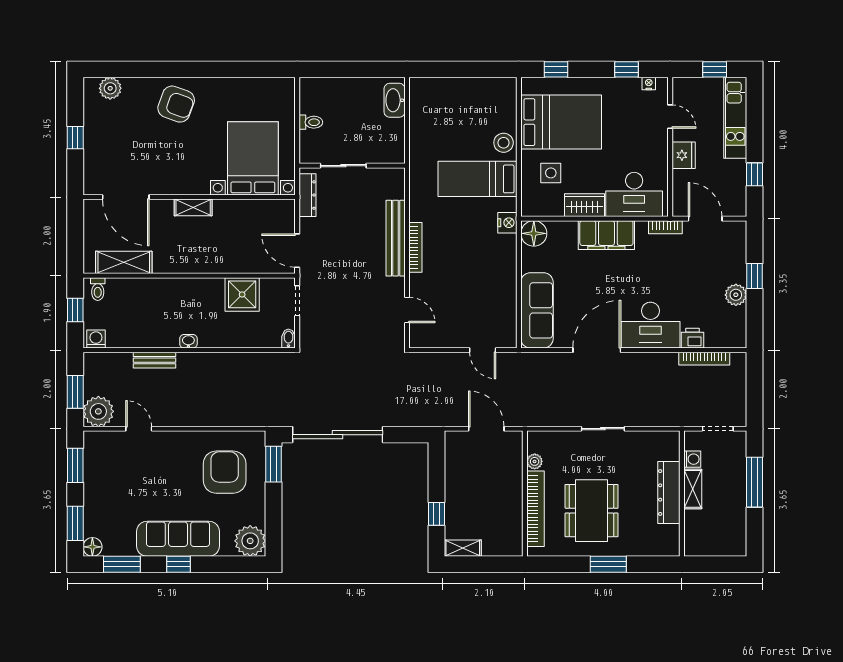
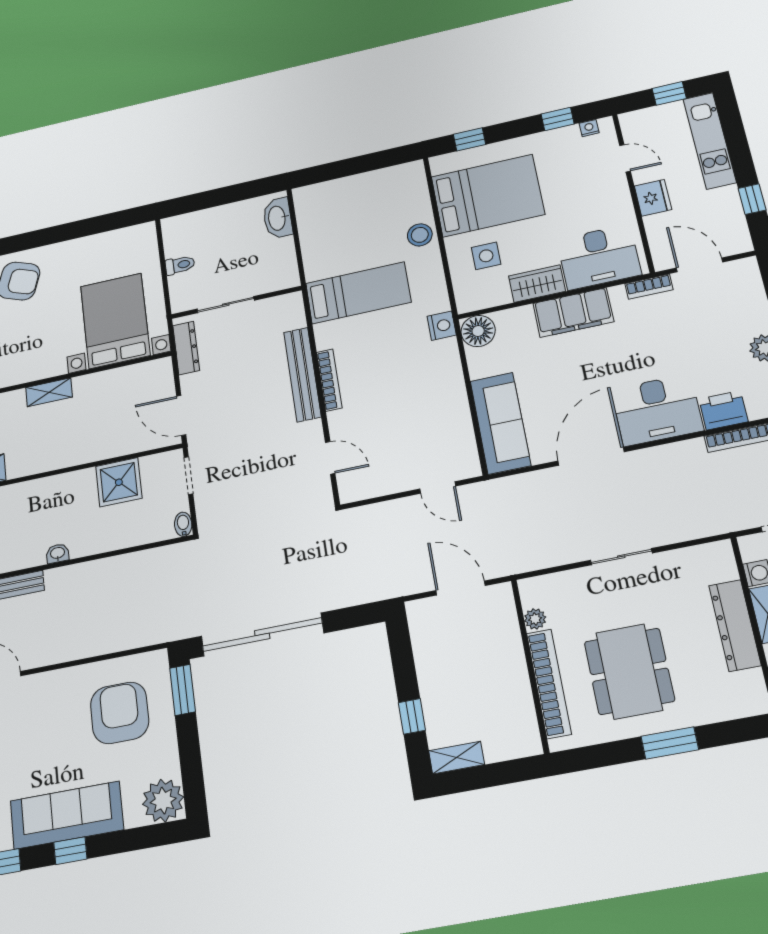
bed: (478, 179) -> (358, 293), moved, turned 180
printer: (692, 338) -> (723, 410), width x1.36, depth x1.24

